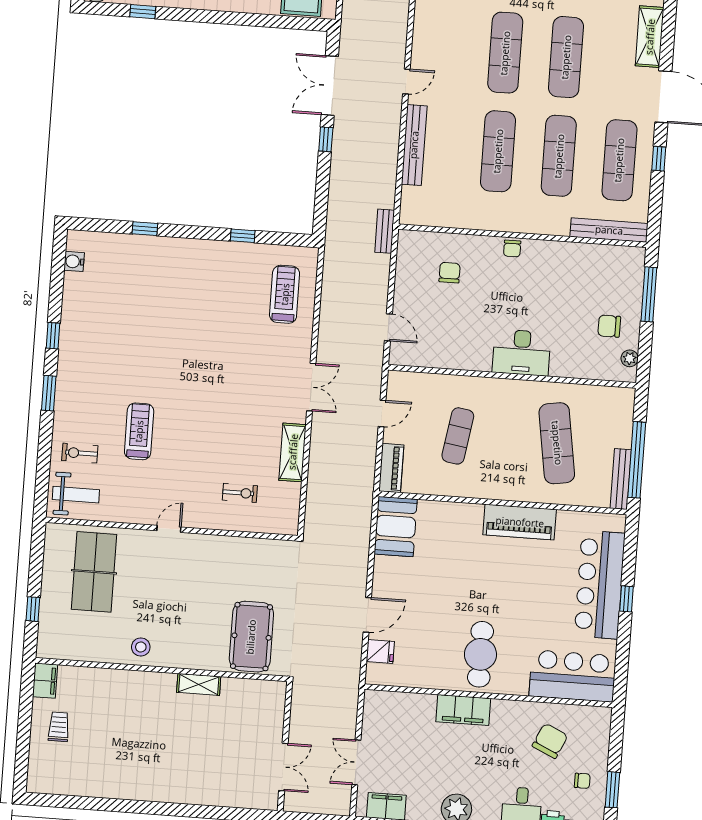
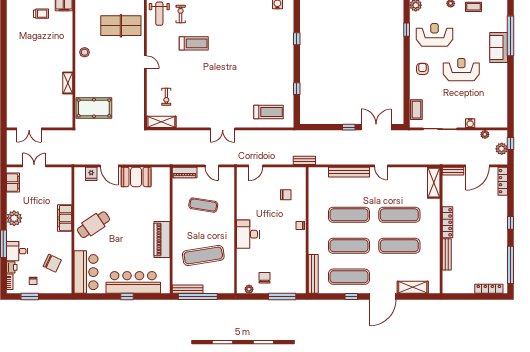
shelving: (293, 452) -> (161, 122), moved
booth: (396, 527) -> (136, 177), moved
cafe table: (480, 654) -> (93, 225), turned -34

